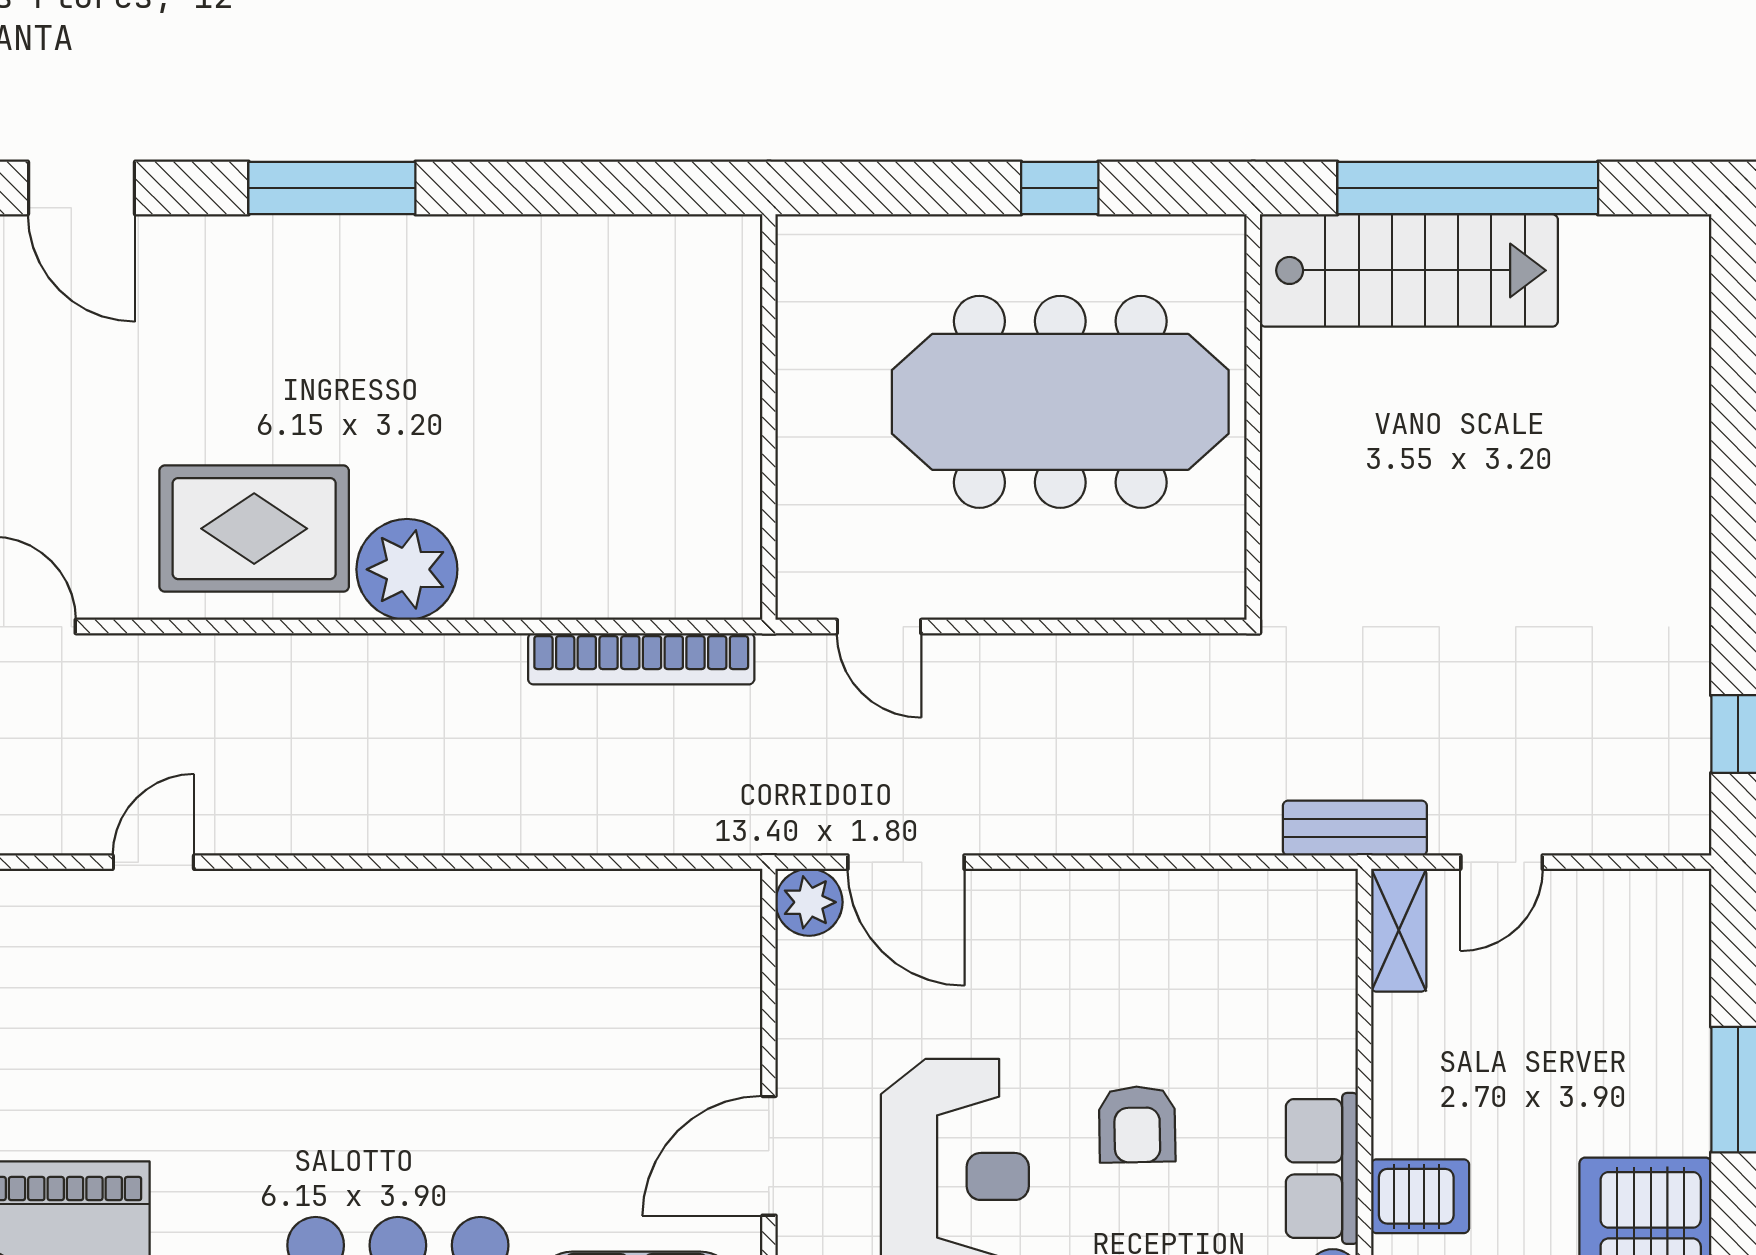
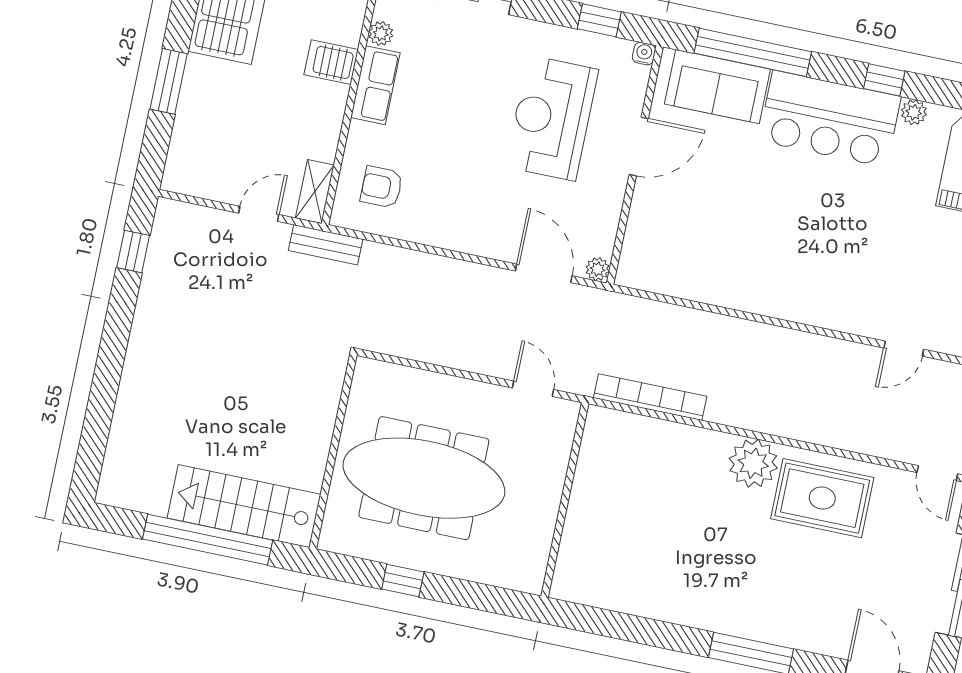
plant: (809, 902) -> (598, 269), width x0.73, depth x0.73
armchair: (1137, 1124) -> (381, 187), moved, turned -89

